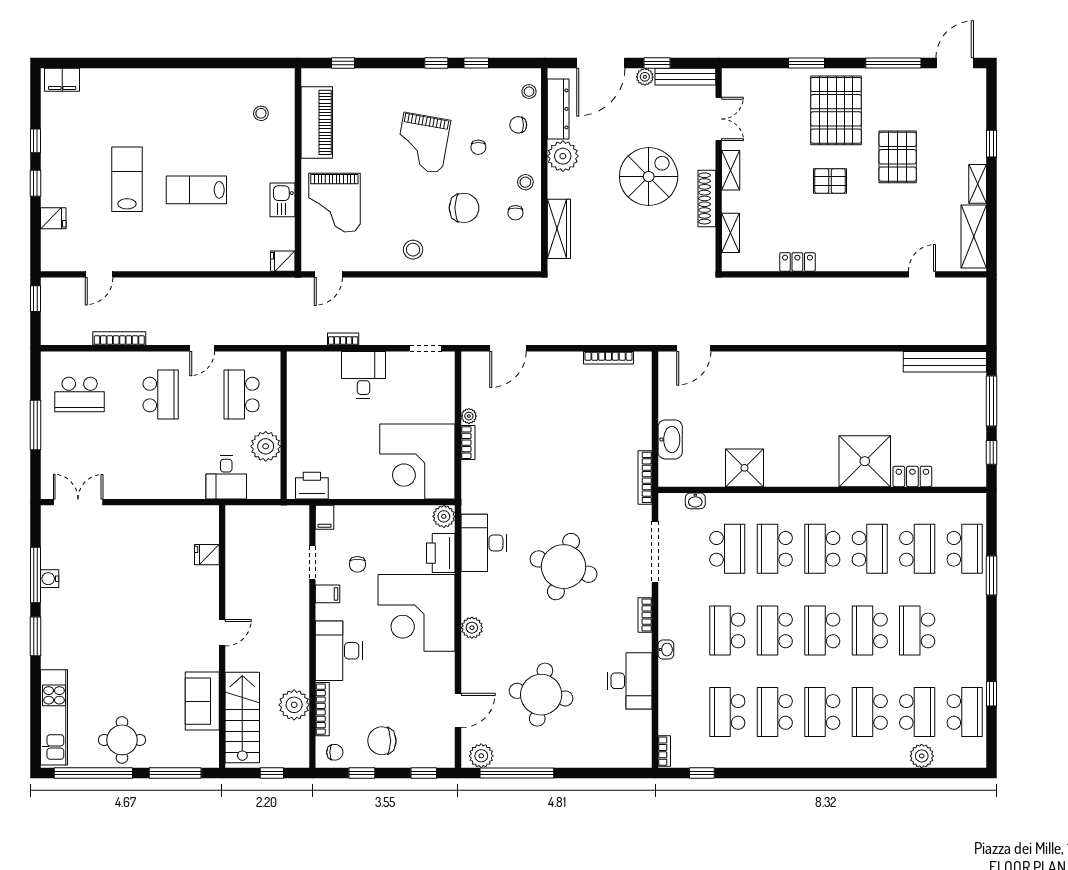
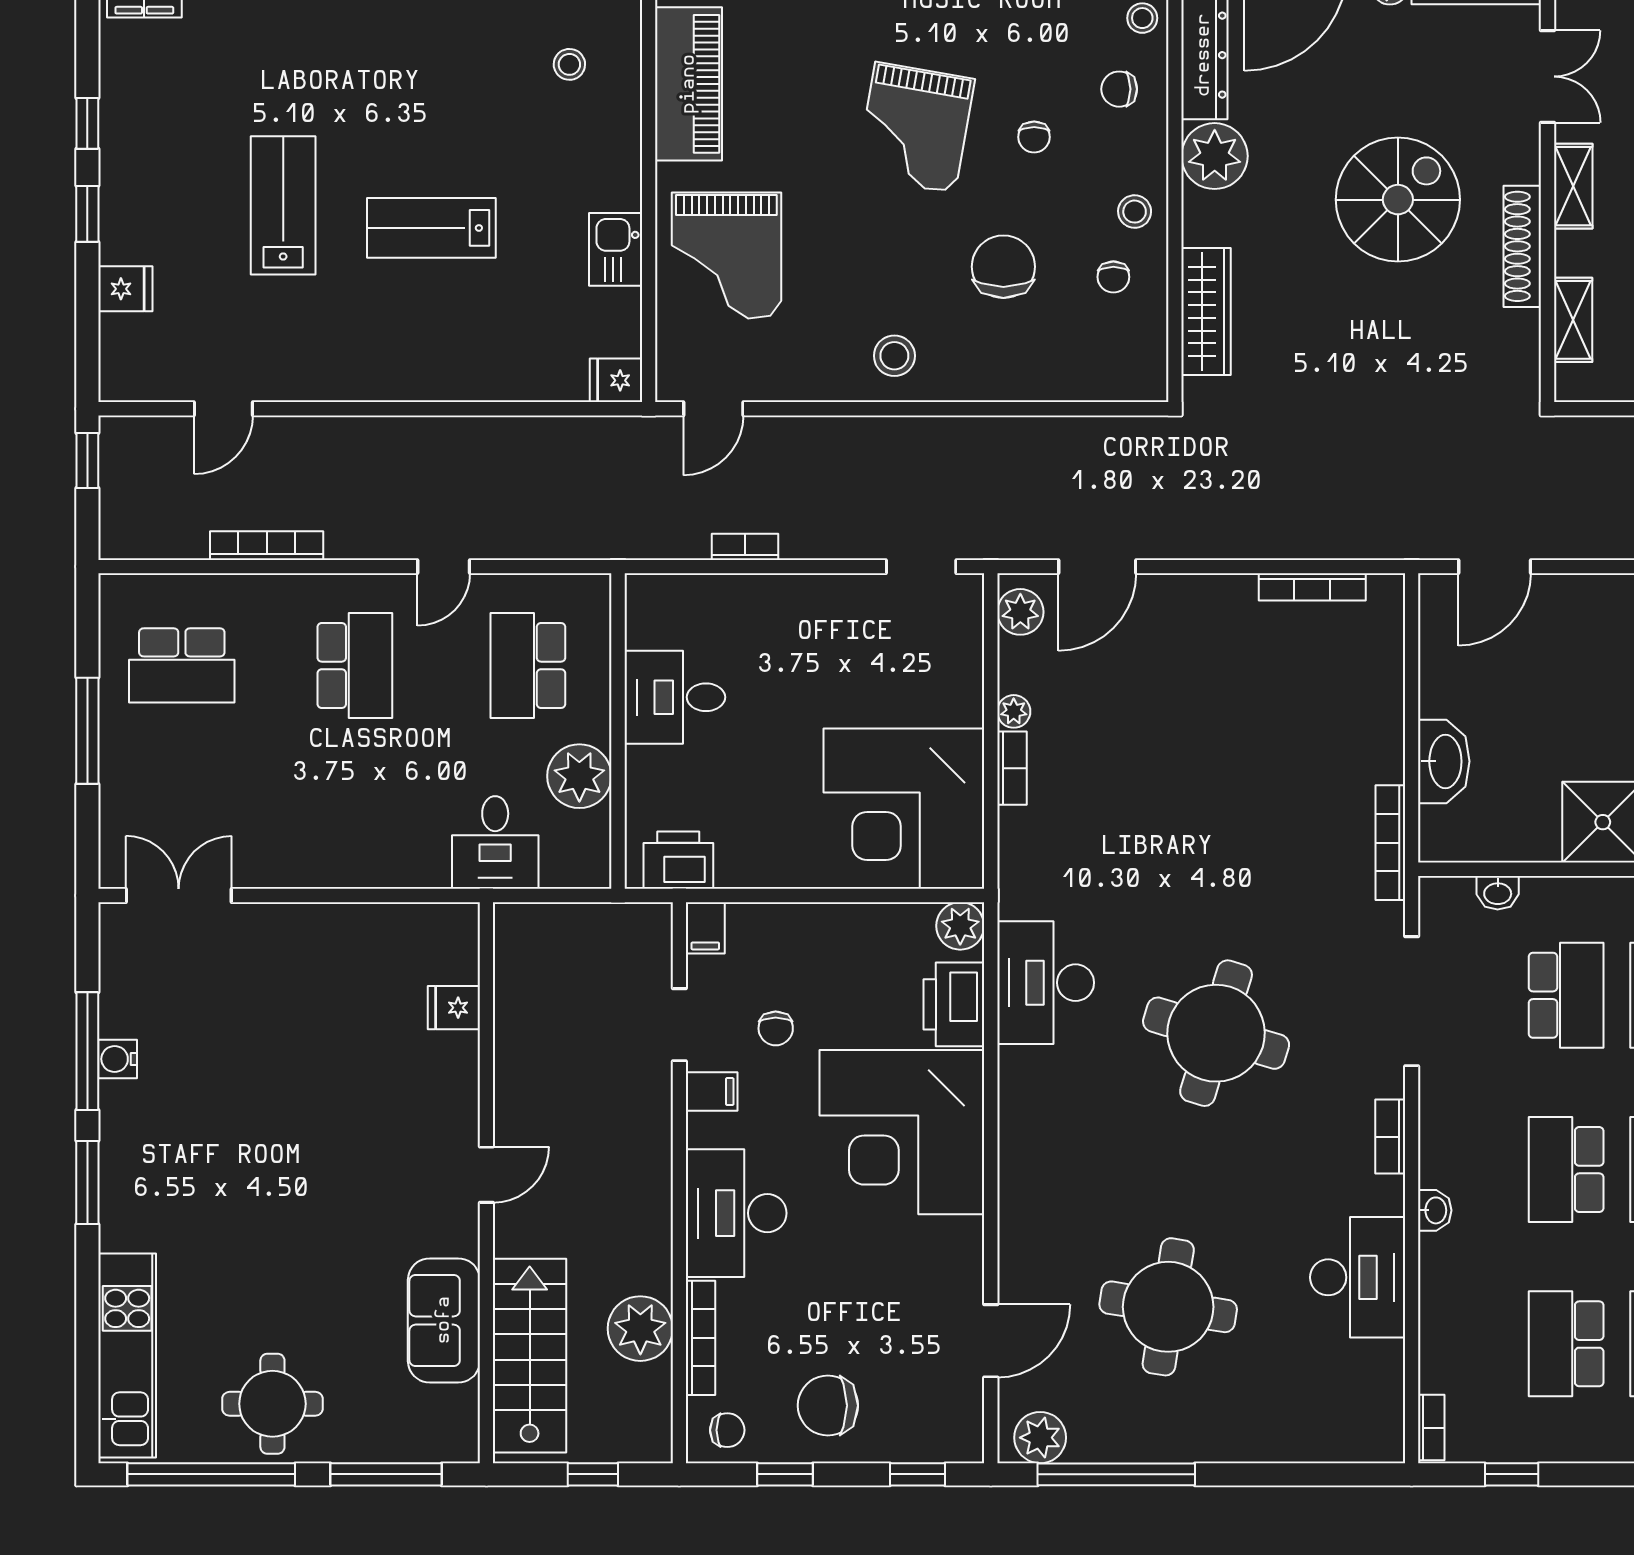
chair: (464, 208) -> (1003, 267), turned -90
desk: (363, 375) -> (675, 697), moved, turned -90
plant: (472, 628) -> (1020, 612), moved

